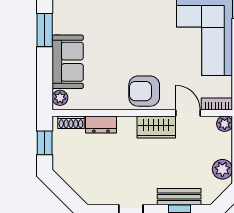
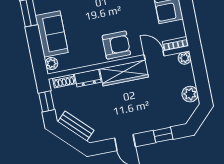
armchair: (144, 91) -> (116, 45), turned 180
wardrobe: (156, 127) -> (124, 73), width x1.50
bench: (179, 197) -> (76, 126), moved, turned 45

